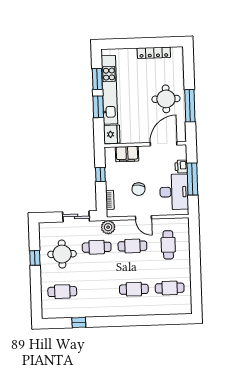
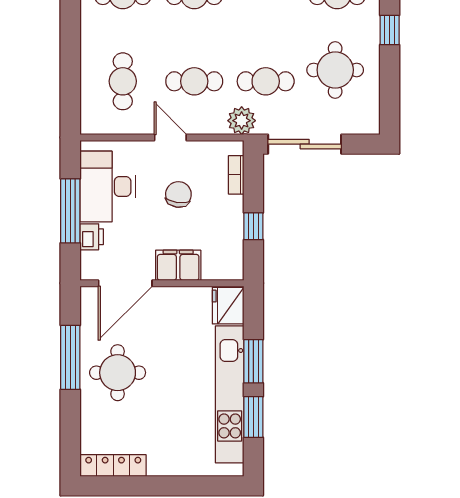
locker: (154, 53) -> (113, 466), moved
filing cabinet: (127, 154) -> (178, 265), moved
sliding door: (76, 216) -> (305, 144), width x1.37
window: (35, 258) -> (390, 30), moved

